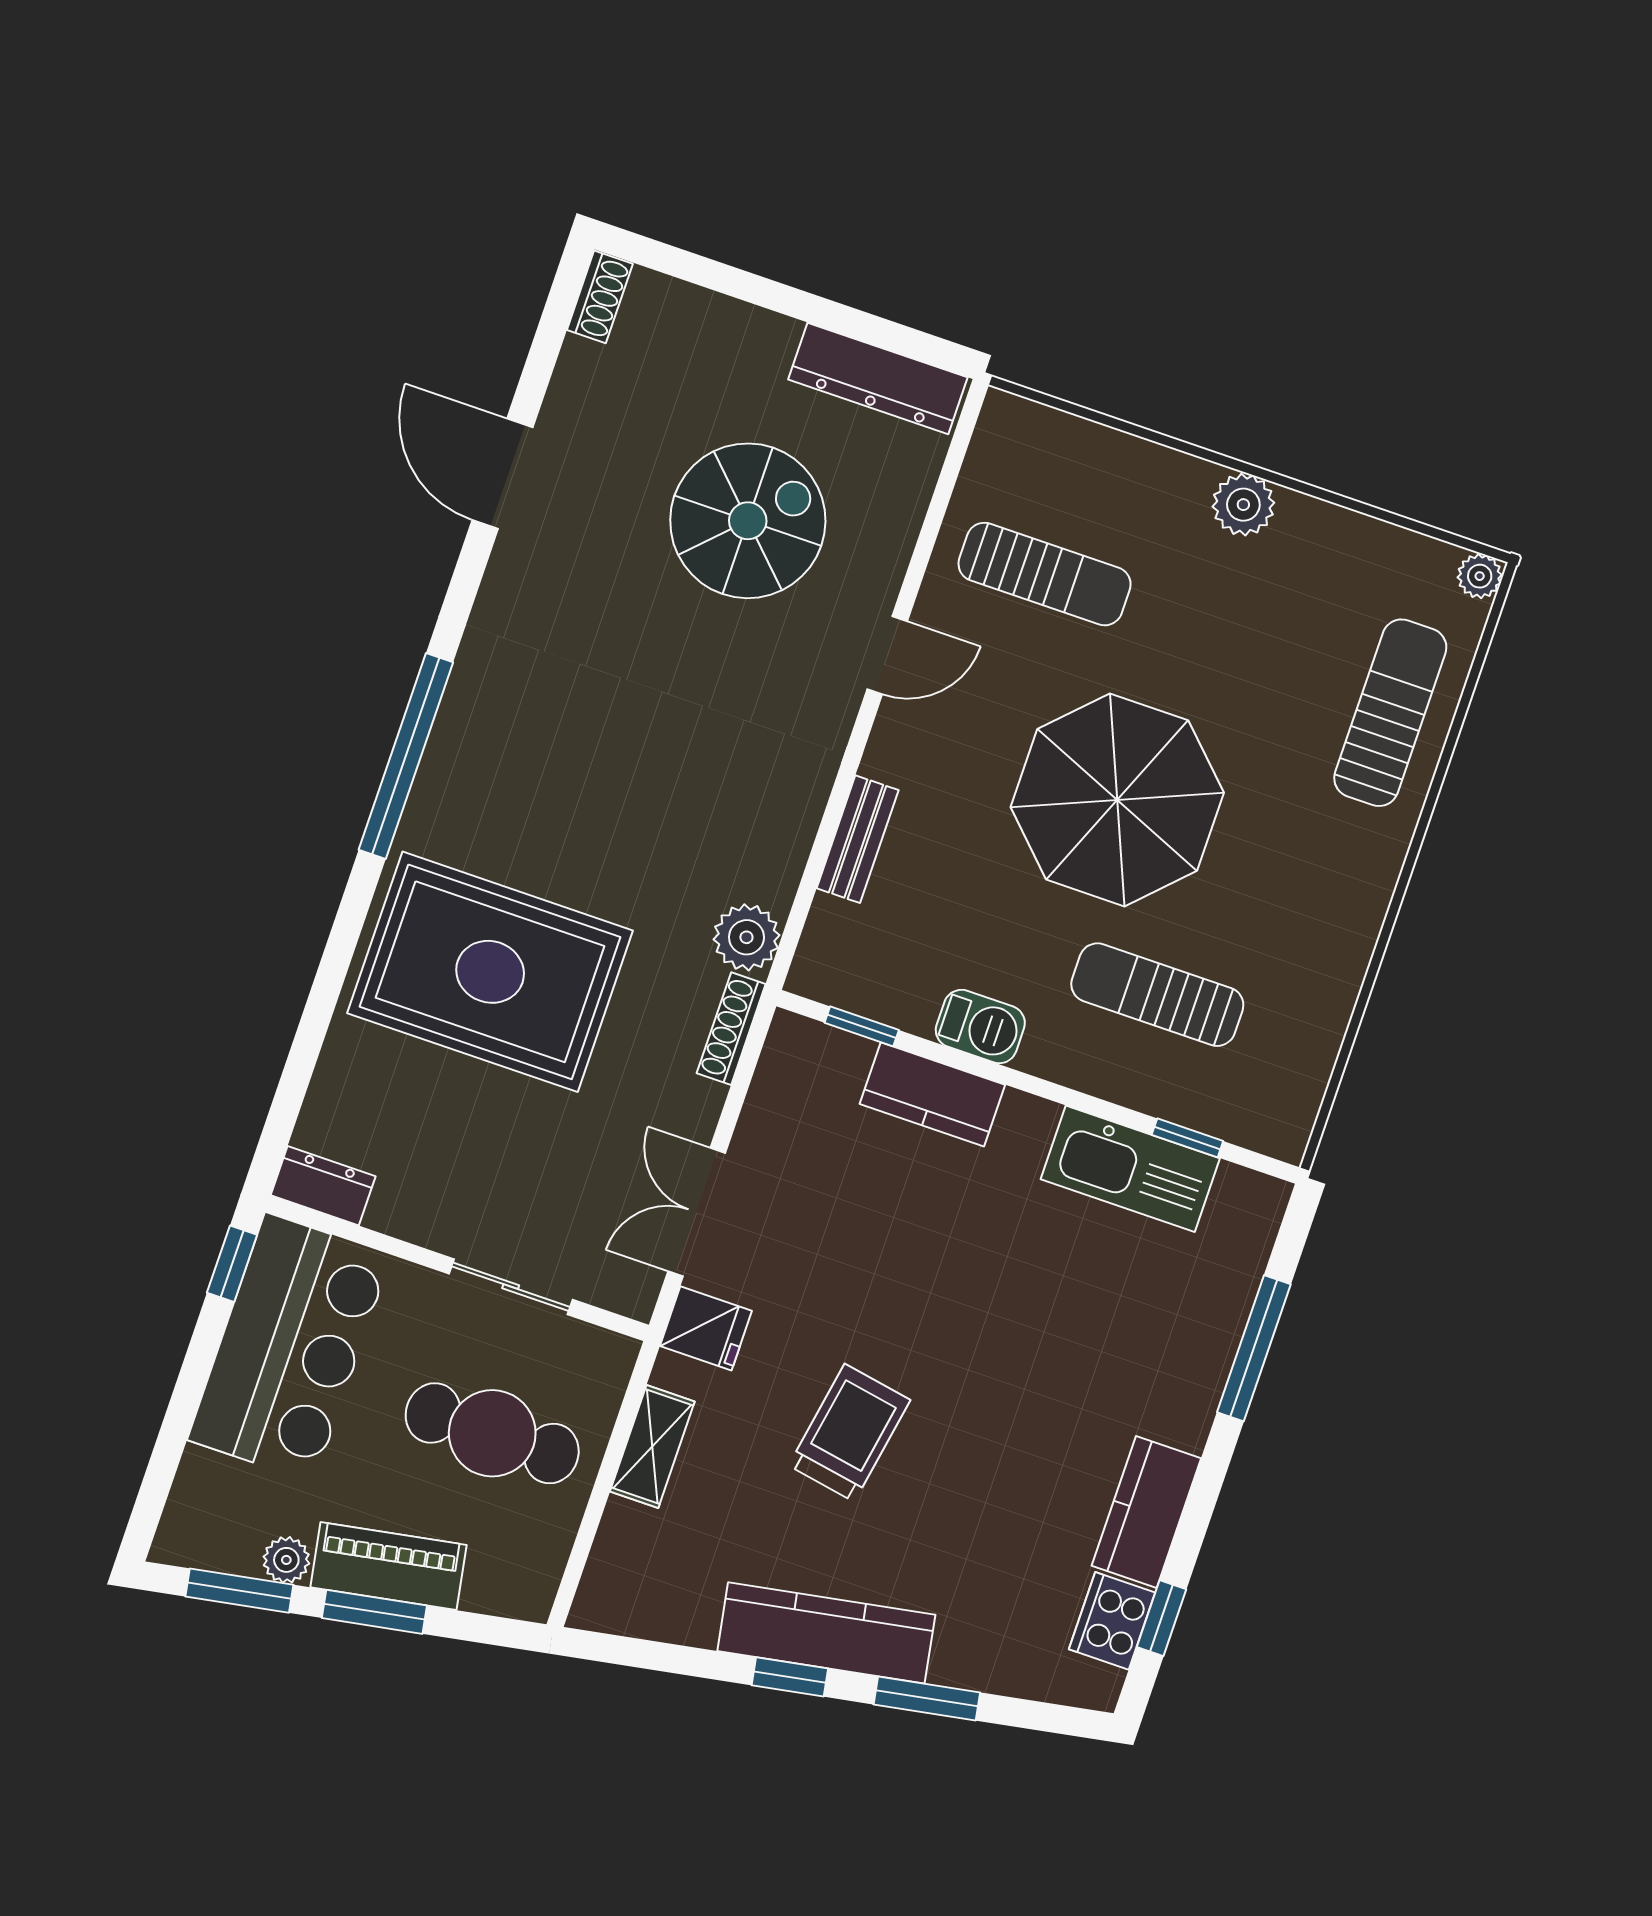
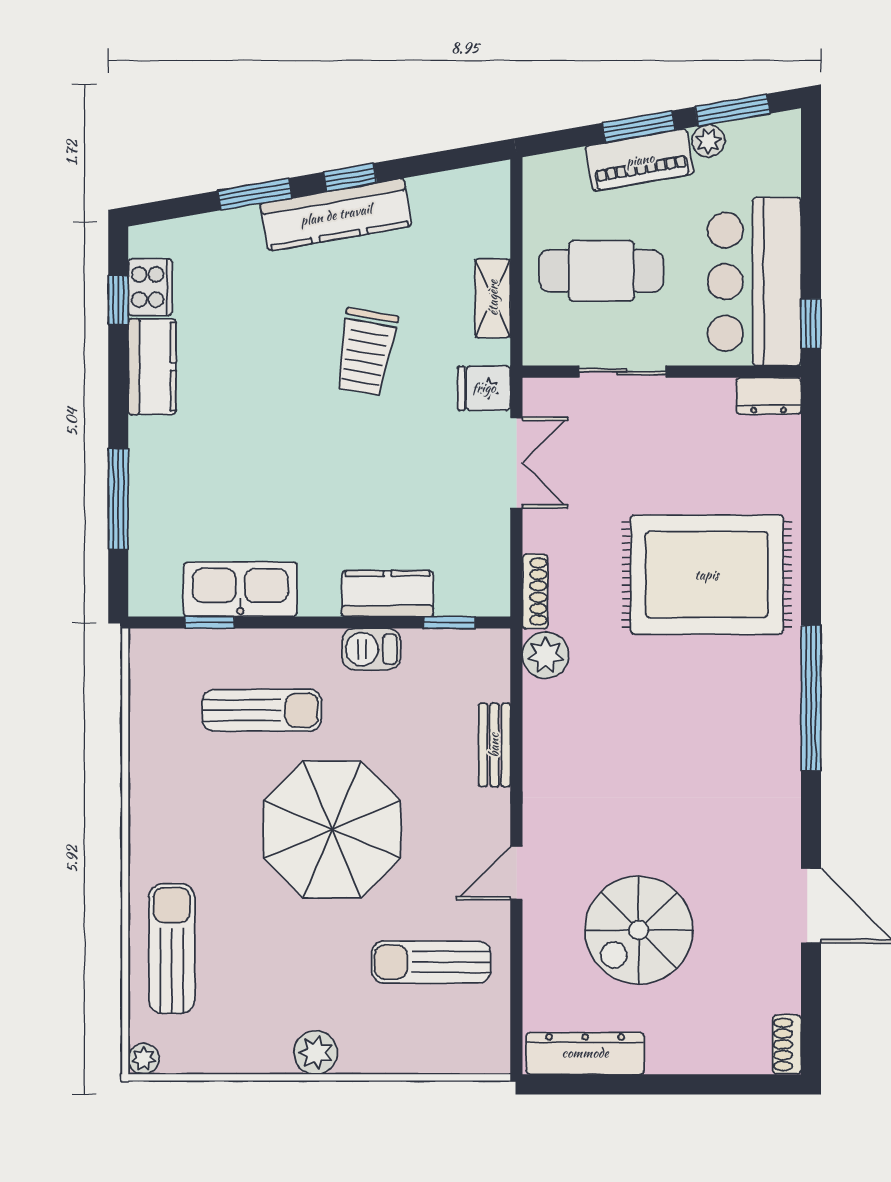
sun lounger: (1390, 713) -> (172, 949), turned 180

